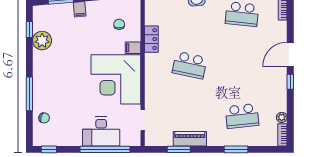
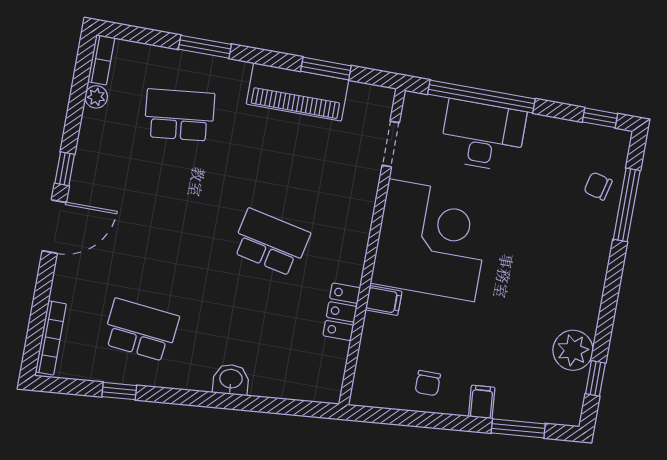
chair: (119, 24) -> (428, 383), moved
window: (29, 94) -> (627, 205), moved
piano: (190, 139) -> (297, 92), width x1.37, depth x1.33

